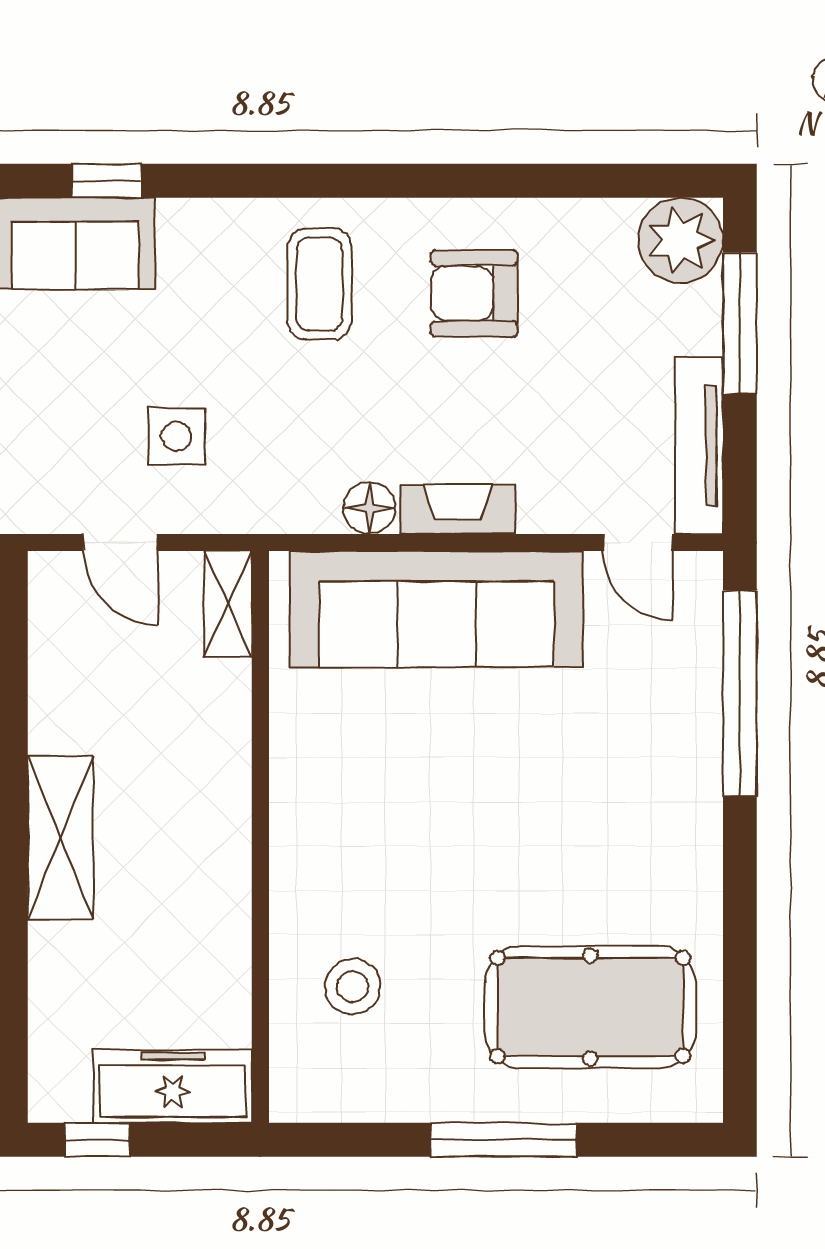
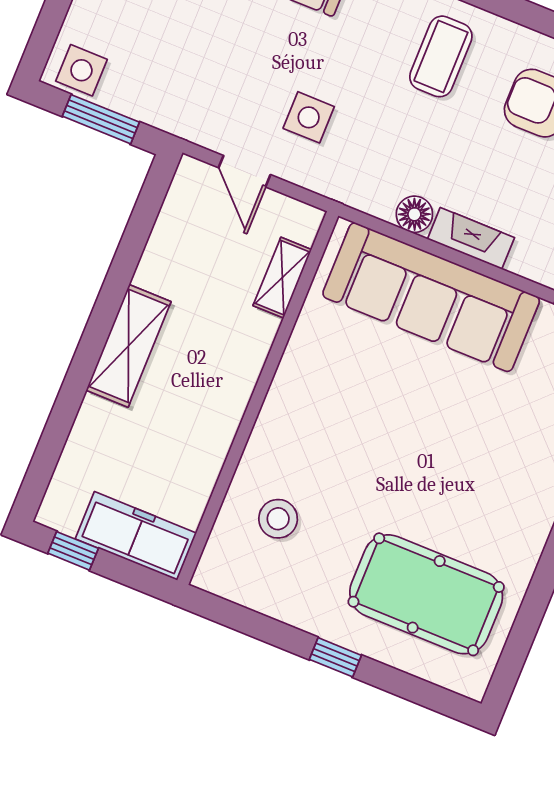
shelving: (228, 604) -> (282, 278), moved
window: (504, 1140) -> (335, 657), width x0.46

